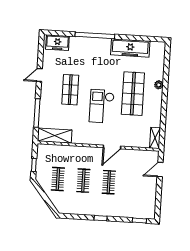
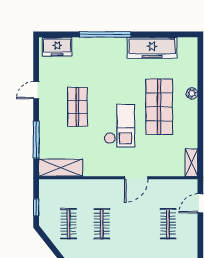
checkout: (102, 106) -> (119, 126), turned 180
clothes rail: (109, 182) -> (168, 224), moved

